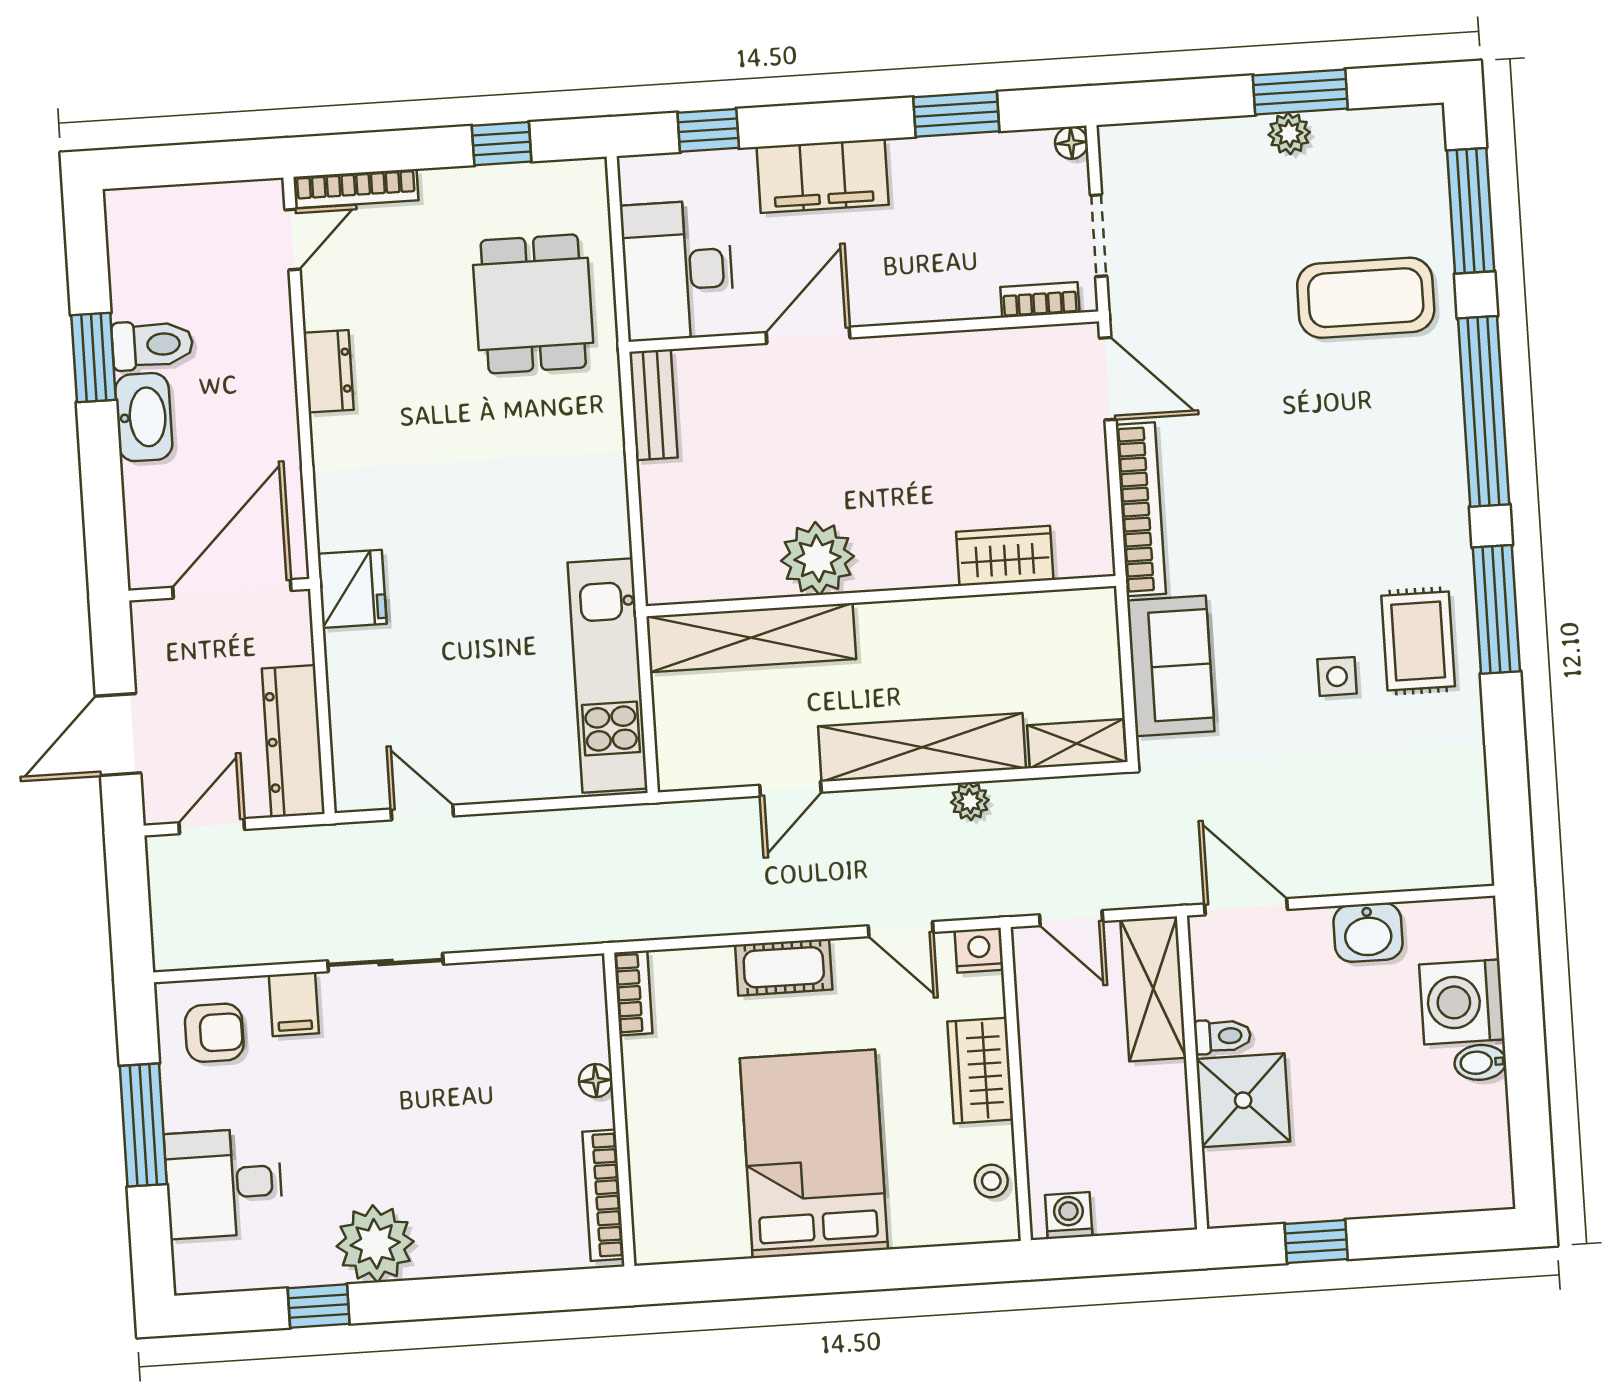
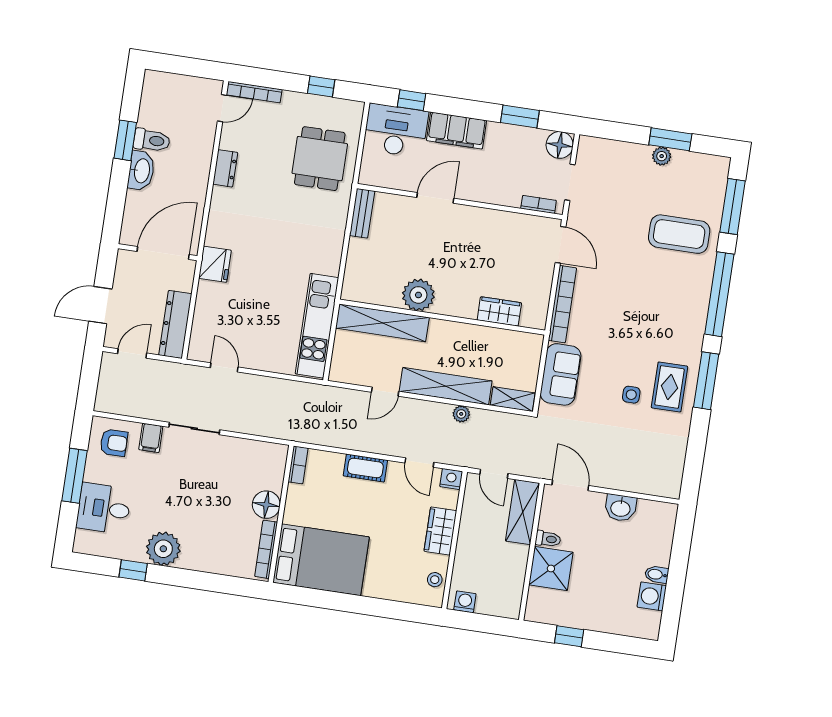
floor lamp: (1071, 143) -> (560, 145), width x1.89, depth x1.89
desk: (678, 270) -> (396, 130), moved, turned 90
washing machine: (1462, 1002) -> (652, 596), moved, width x0.73, depth x0.73
floor lamp: (596, 1081) -> (266, 505), width x1.89, depth x1.89
bed: (814, 1154) -> (321, 560), moved, turned 90

